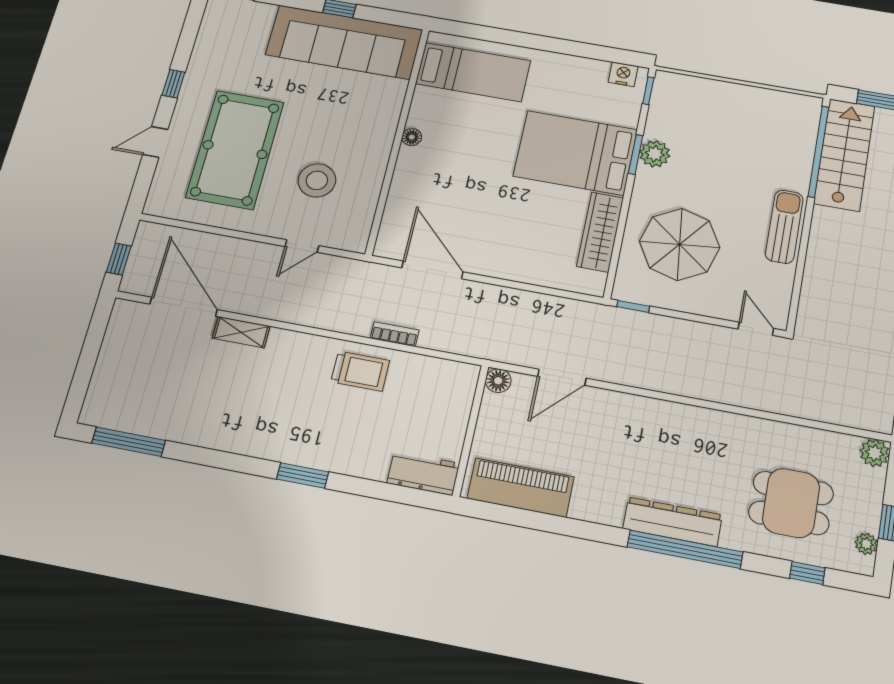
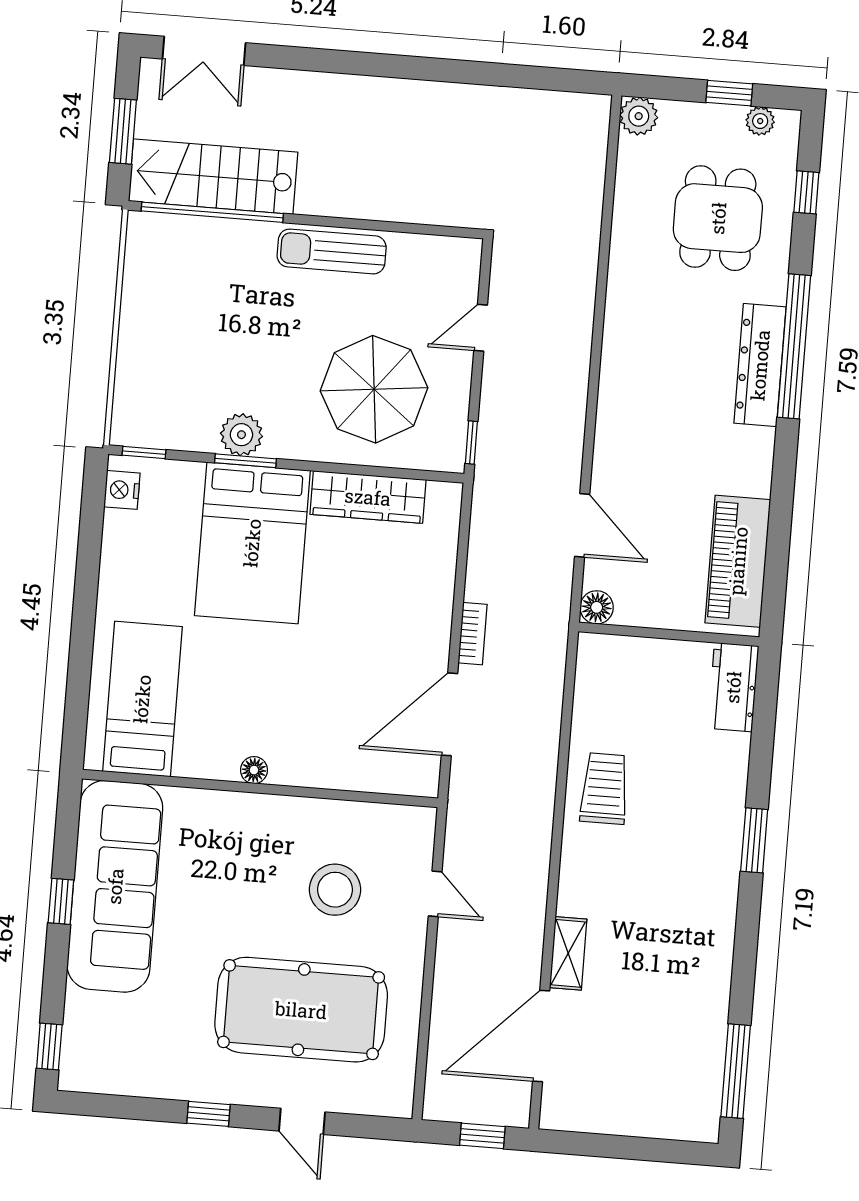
door: (756, 329) -> (481, 328), moved
bookcase: (395, 334) -> (473, 634), moved, turned 180

